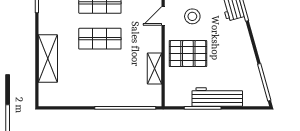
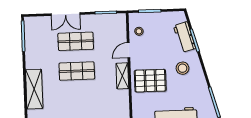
stool: (192, 16) -> (183, 68), moved
shelving: (155, 68) -> (122, 76), moved

